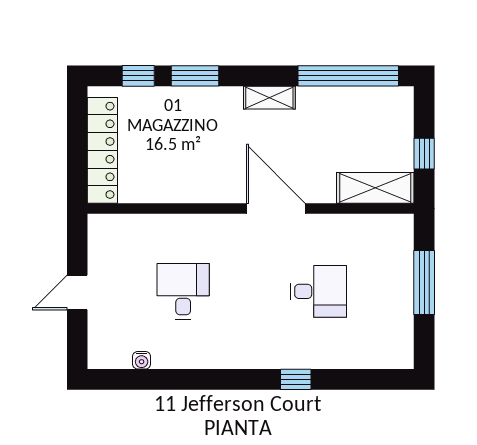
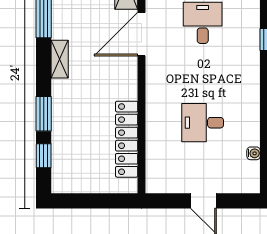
locker: (102, 150) -> (127, 139), moved, turned -90
door: (276, 208) -> (141, 34), moved

